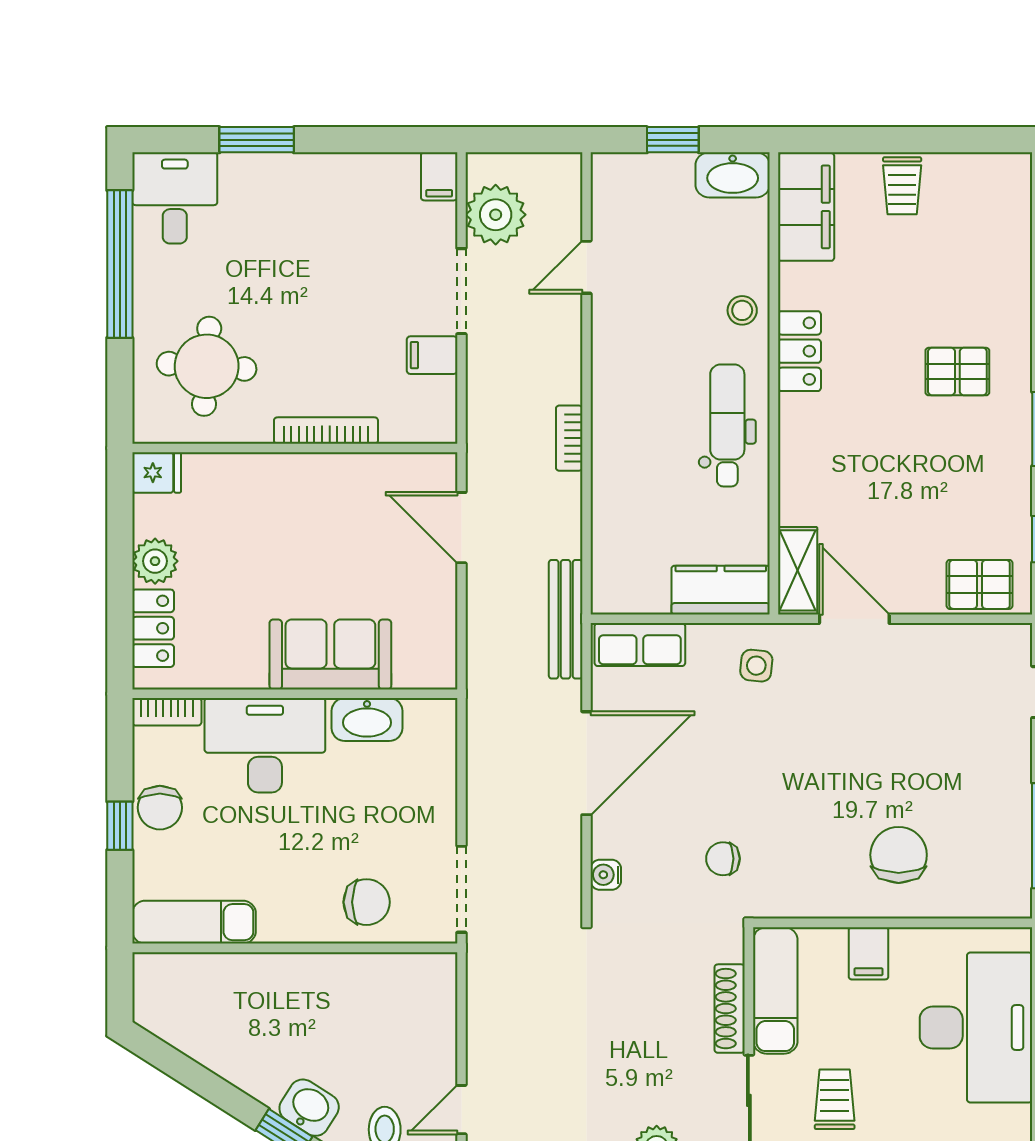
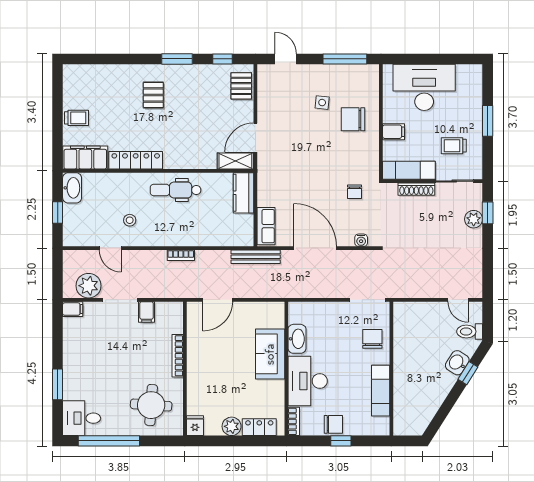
stool: (742, 310) -> (130, 220), moved
locker: (799, 351) -> (136, 160), width x1.53
side table: (756, 666) -> (322, 103), moved
exam couch: (194, 922) -> (381, 391), moved

